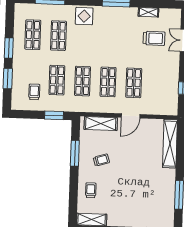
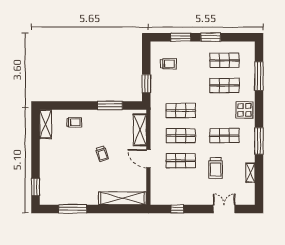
trolley: (154, 38) -> (216, 168), moved
shop shelf: (57, 80) -> (224, 136), moved
trolley: (101, 160) -> (102, 154), moved

